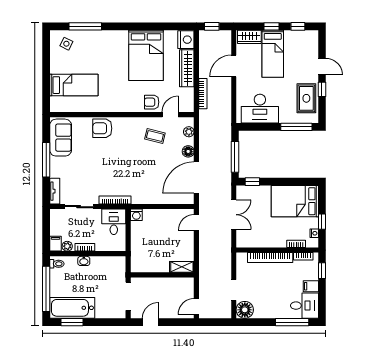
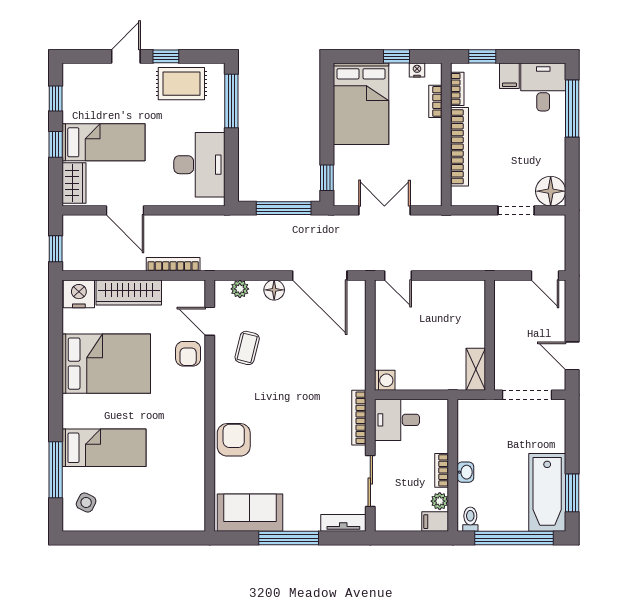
bed: (74, 85) -> (104, 448), moved, turned 90
armchair: (102, 128) -> (234, 440), turned 180
shelving: (182, 267) -> (476, 369), moved

